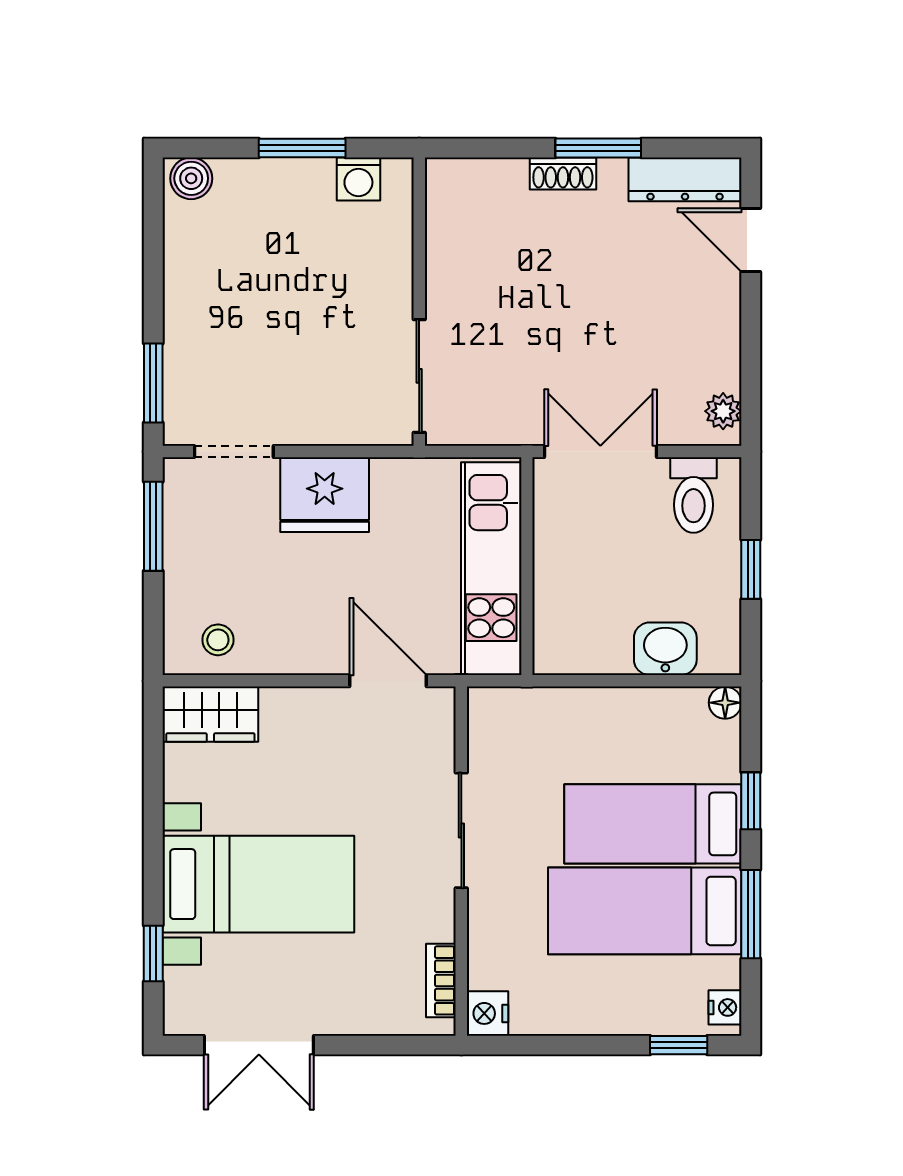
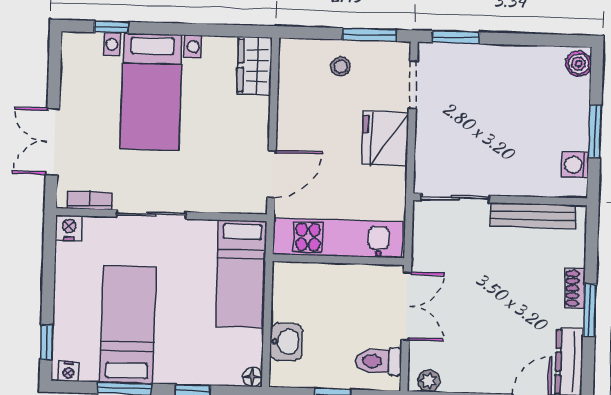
bench: (444, 246) -> (533, 216), added
stool: (218, 640) -> (341, 66), moved
bed: (653, 824) -> (241, 274), moved, turned 180
sliding door: (461, 830) -> (151, 214), moved
double door: (259, 1045) -> (52, 142), moved

